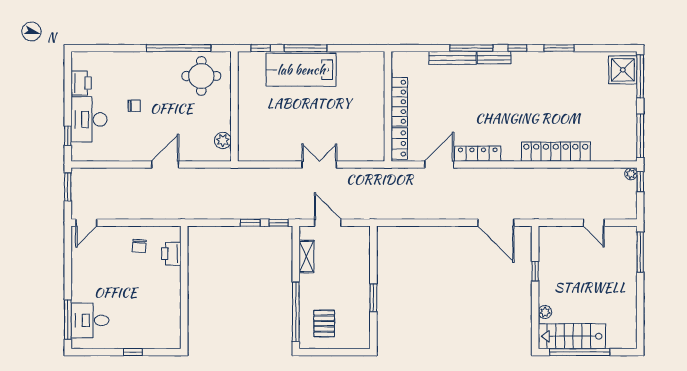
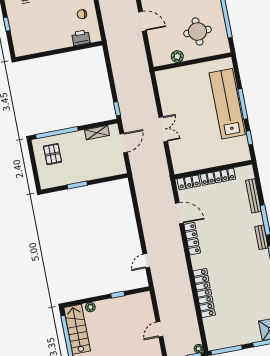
window: (261, 48) -> (249, 138), moved
bench: (453, 58) -> (253, 196), moved
lab bench: (301, 70) -> (227, 104), width x1.36
round table: (201, 76) -> (198, 31), moved
plant: (223, 140) -> (177, 56), moved
window: (250, 223) -> (113, 89), removed
door: (496, 223) -> (146, 261), width x0.53
pallet: (324, 324) -> (53, 154), turned 90

